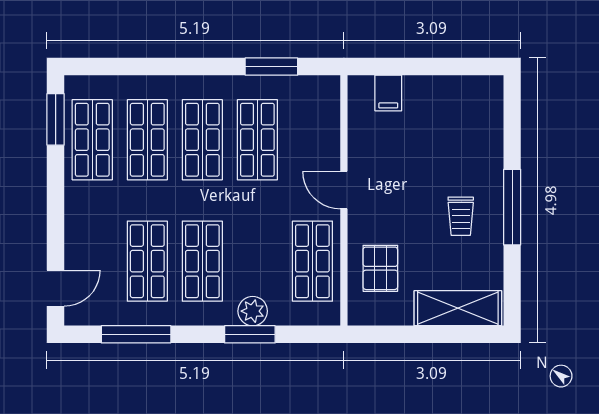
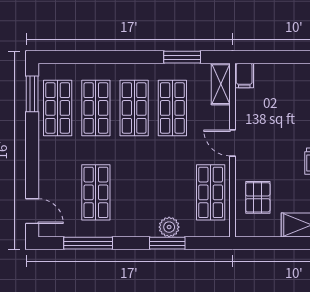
filing cabinet: (388, 93) -> (244, 75), moved
shelving: (327, 105) -> (221, 84), added
shop shelf: (202, 261) -> (134, 192), removed
door: (56, 288) -> (32, 211), hinge flipped

